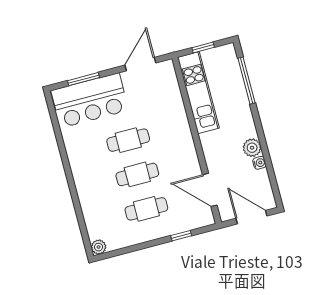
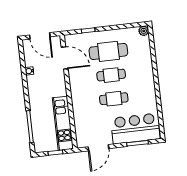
plant: (252, 148) -> (33, 82), removed
cafe table: (146, 209) -> (108, 51), width x1.37, depth x1.35

